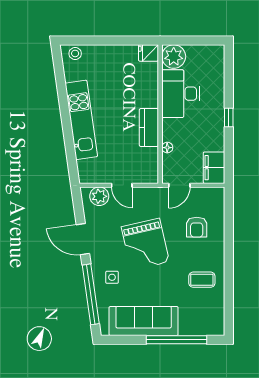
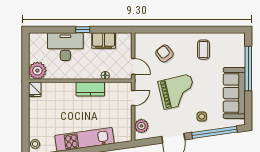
desk: (181, 94) -> (65, 47), moved, turned 180
filing cabinet: (214, 168) -> (104, 41), moved
door: (122, 185) -> (133, 98), moved
armchair: (197, 227) -> (164, 54), turned -128

